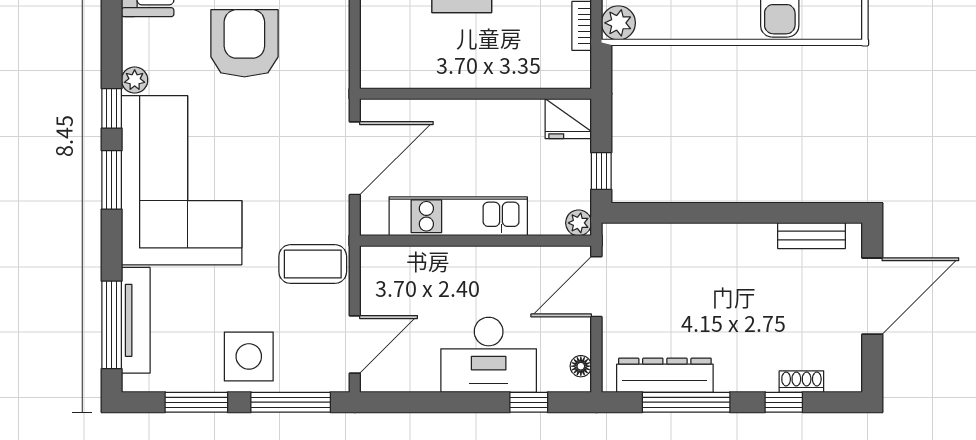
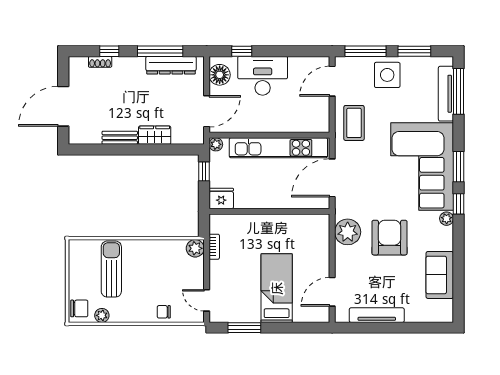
armchair: (244, 43) -> (389, 238), turned 180
plant: (325, 54) -> (348, 232), added
kitchen unit: (458, 216) -> (278, 148), width x1.36
bench: (812, 236) -> (120, 138), moved
wardrobe: (696, 241) -> (155, 135), added
coffee table: (313, 264) -> (354, 123), turned 90
floor lamp: (581, 366) -> (220, 75), width x1.89, depth x1.89

